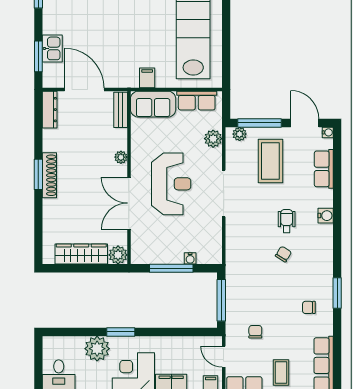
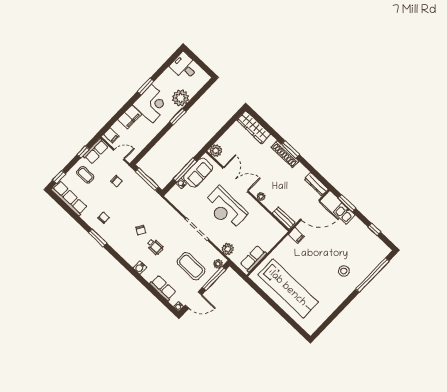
filing cabinet: (147, 78) -> (296, 235), moved
sofa: (153, 104) -> (198, 173), moved, turned 180
wardrobe: (81, 254) -> (254, 127), moved, turned 90

